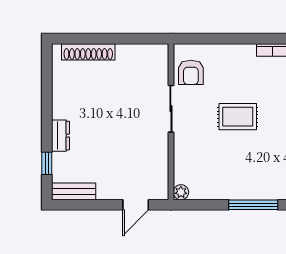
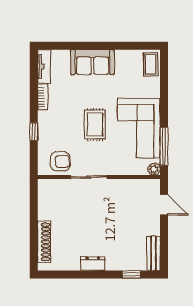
window: (229, 39) -> (34, 132), added
dresser: (60, 136) -> (93, 264), moved
corner sofa: (233, 173) -> (139, 128), added
window: (253, 205) -> (164, 146), moved

